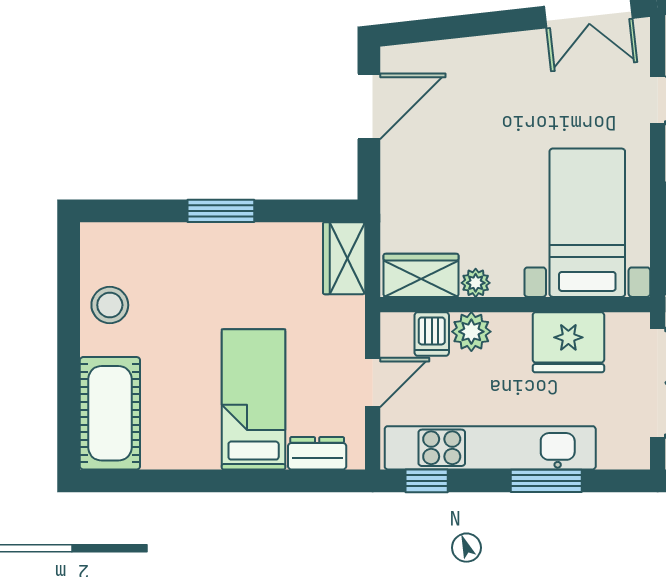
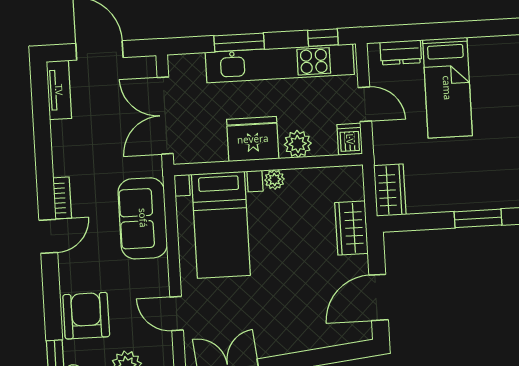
wardrobe: (421, 275) -> (351, 228), moved, turned 90
plant: (476, 283) -> (274, 180), moved
dishwasher: (432, 334) -> (350, 139), moved
fridge: (568, 342) -> (253, 139), moved
door: (373, 383) -> (365, 104), swing flipped

